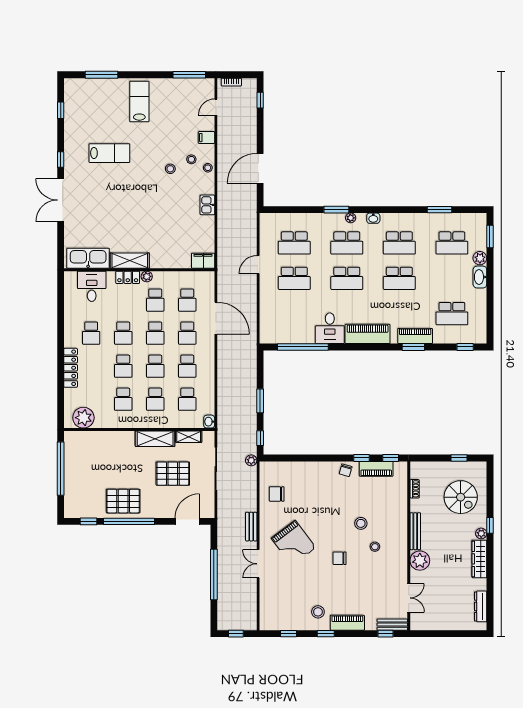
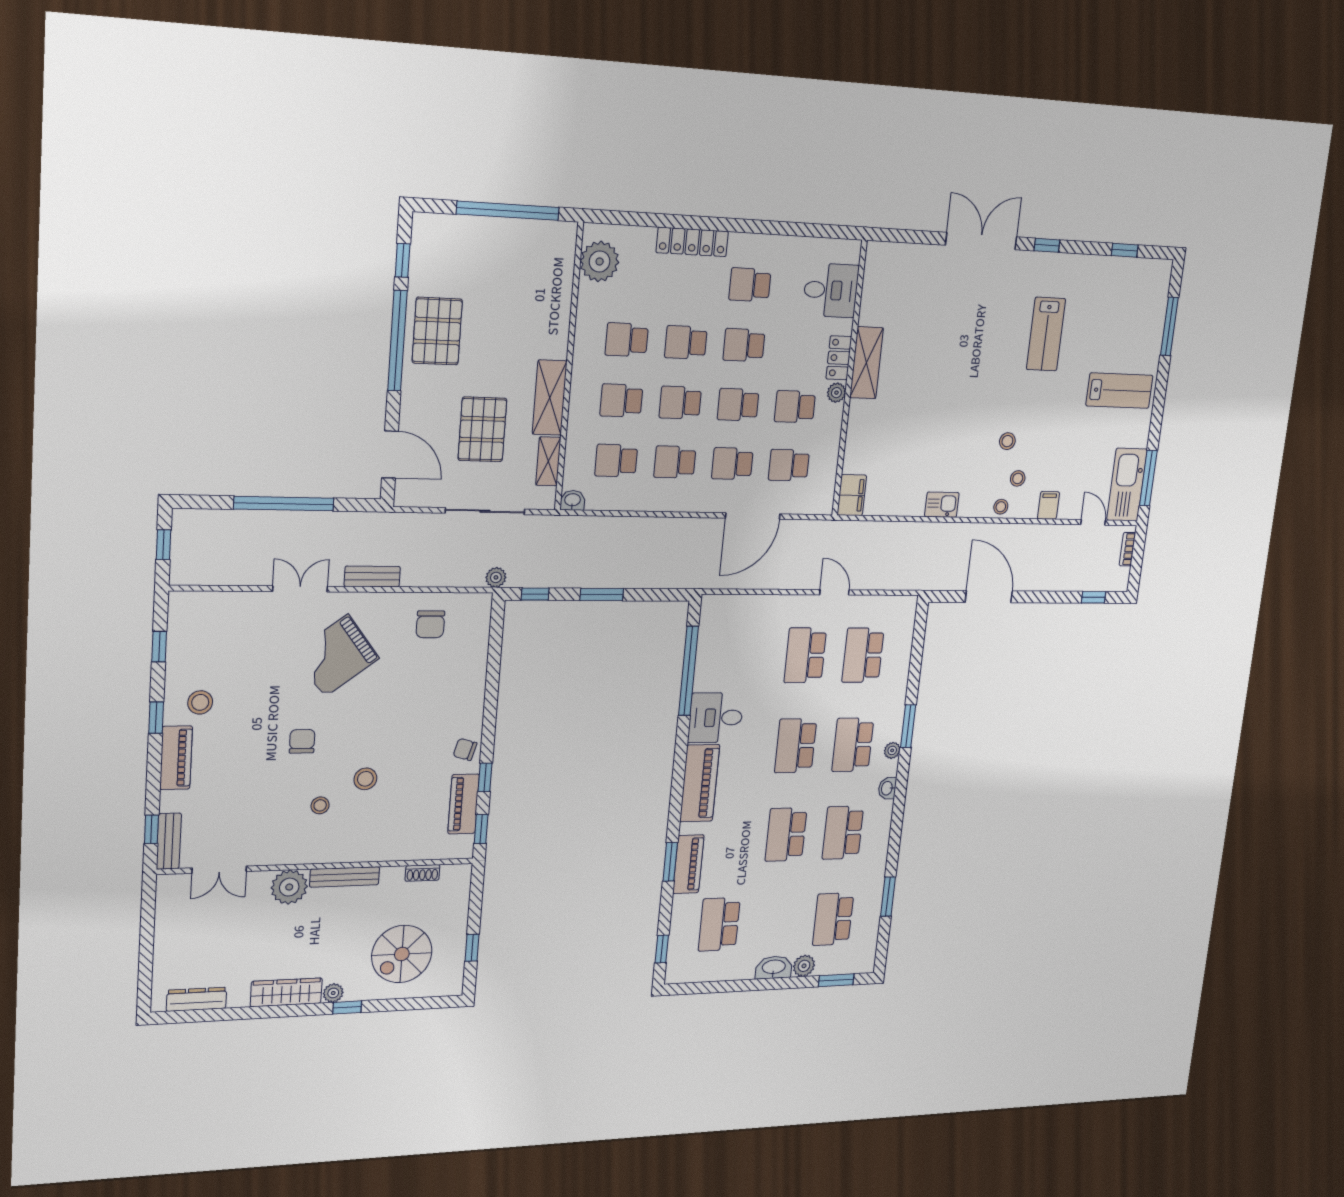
kitchen sink: (88, 258) -> (1127, 485), moved, turned 180
chair: (277, 494) -> (430, 624), turned 180

